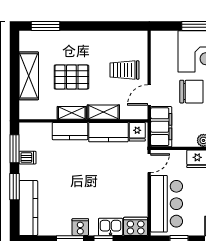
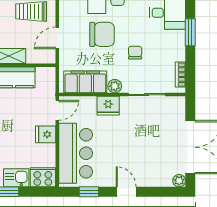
filing cabinet: (161, 127) -> (85, 82), moved, turned -90
fridge: (137, 132) -> (46, 134), moved, turned 90

